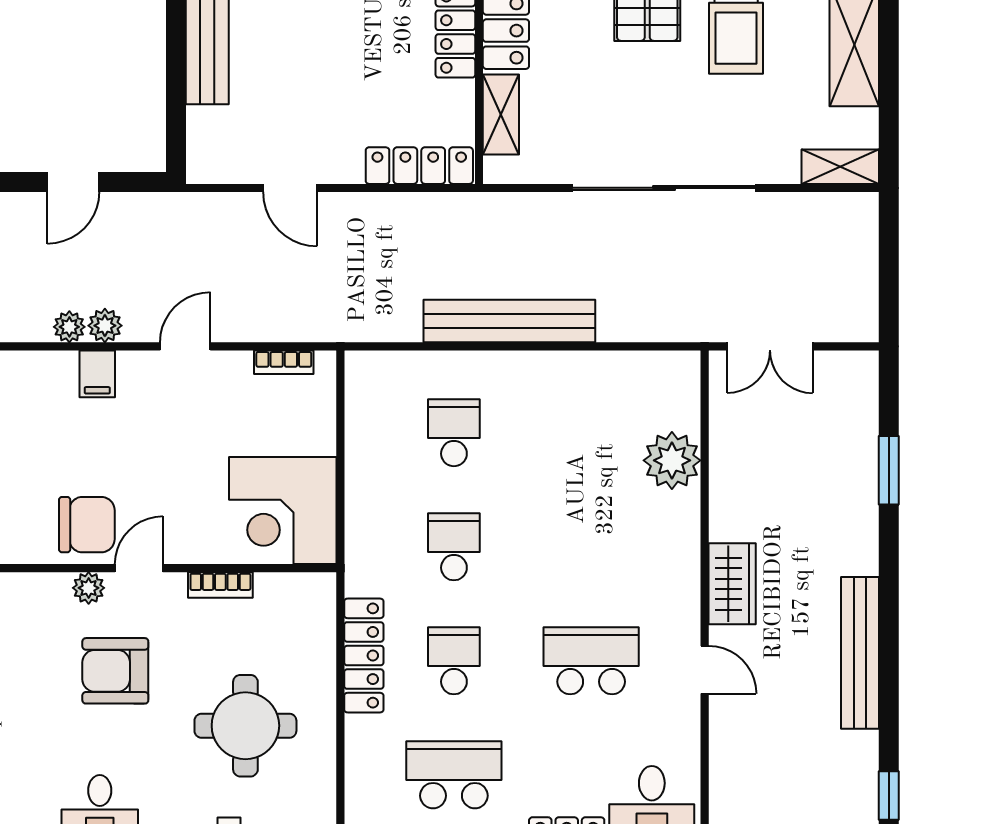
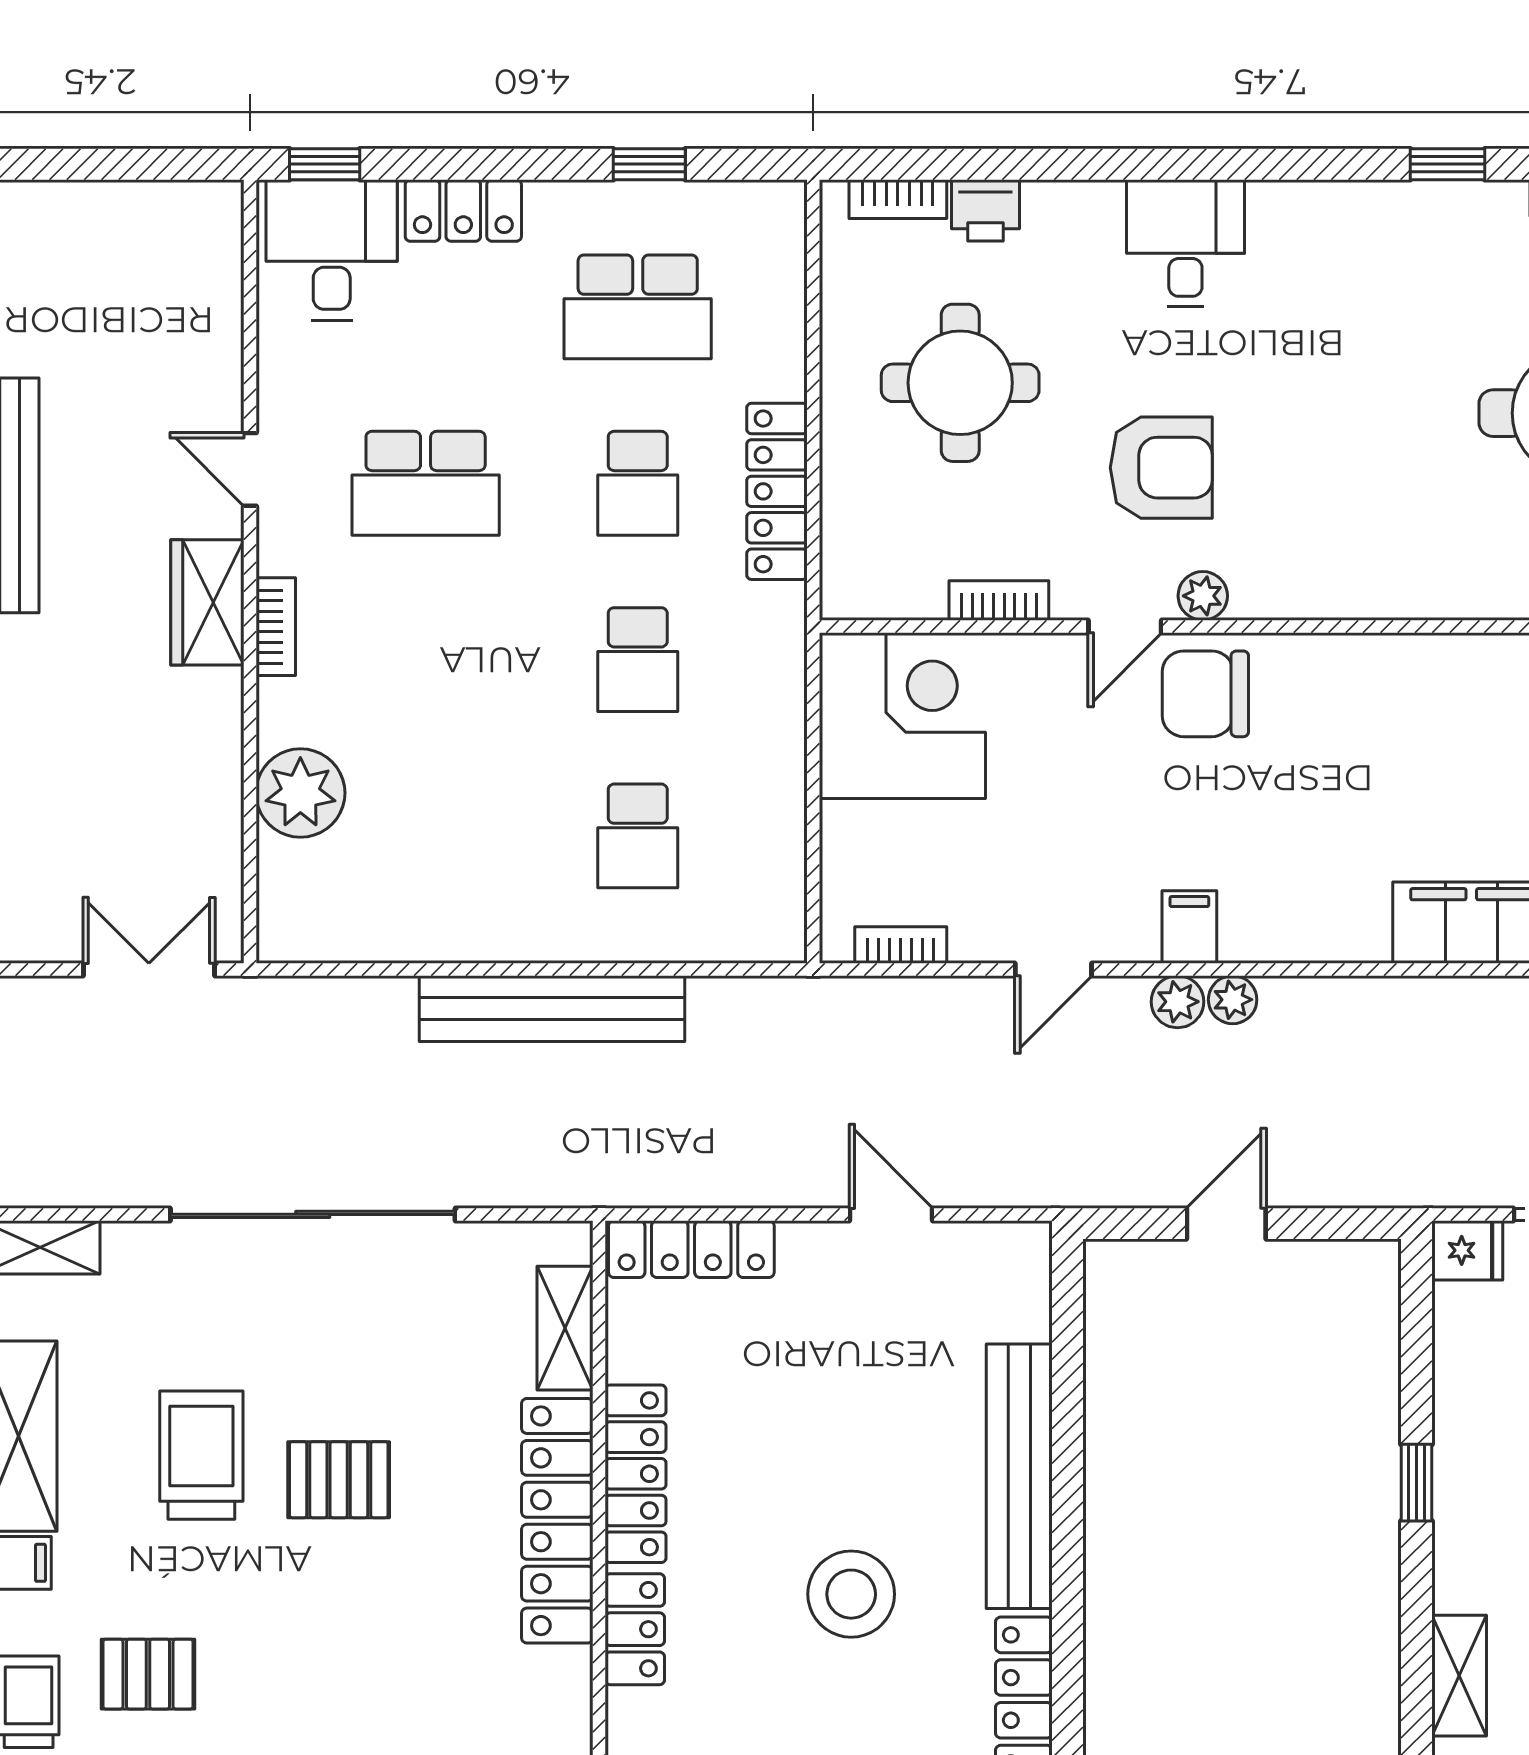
bookcase: (688, 568) -> (276, 627), added

